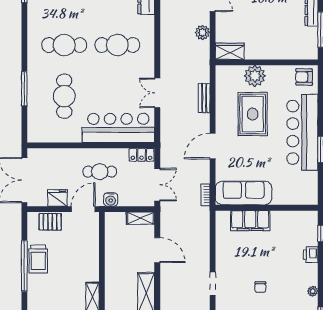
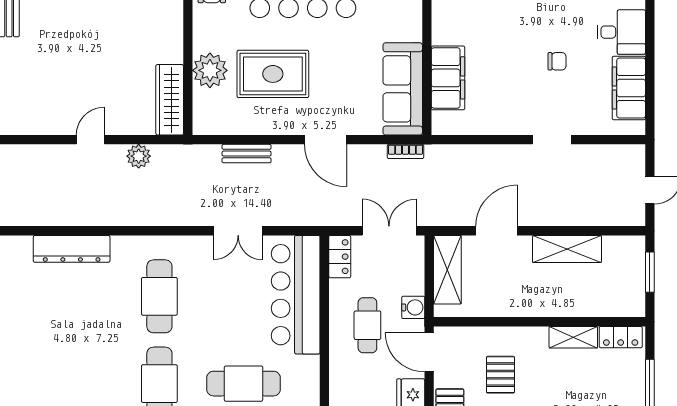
wardrobe: (230, 51) -> (170, 100), width x1.50
shelving: (140, 218) -> (447, 270), width x1.50, depth x1.33
pallet: (70, 253) -> (500, 375), added

